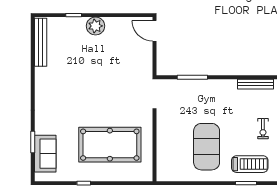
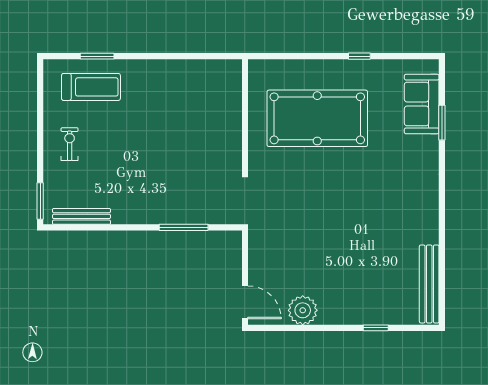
plant: (95, 26) -> (303, 310), moved
exercise mat: (207, 147) -> (161, 115), removed
treadmill: (250, 164) -> (91, 87), turned 180

